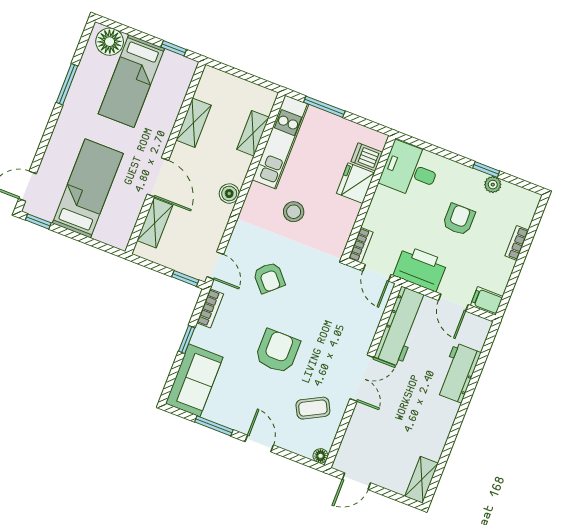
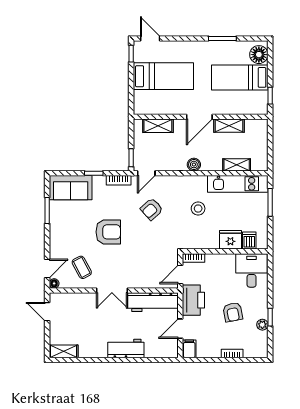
door: (158, 177) -> (199, 117), moved
armchair: (459, 219) -> (233, 312), turned 79
workbench: (458, 373) -> (126, 348), moved
door: (259, 443) -> (47, 268), moved

